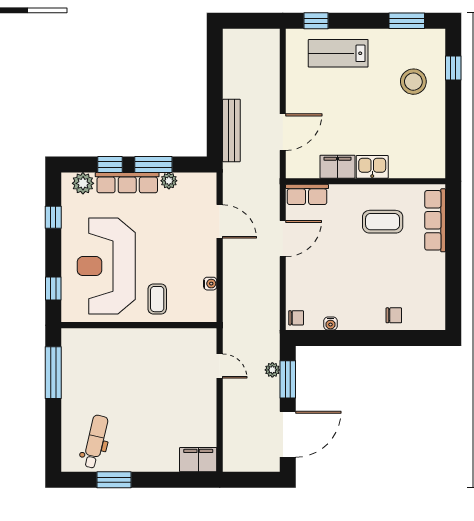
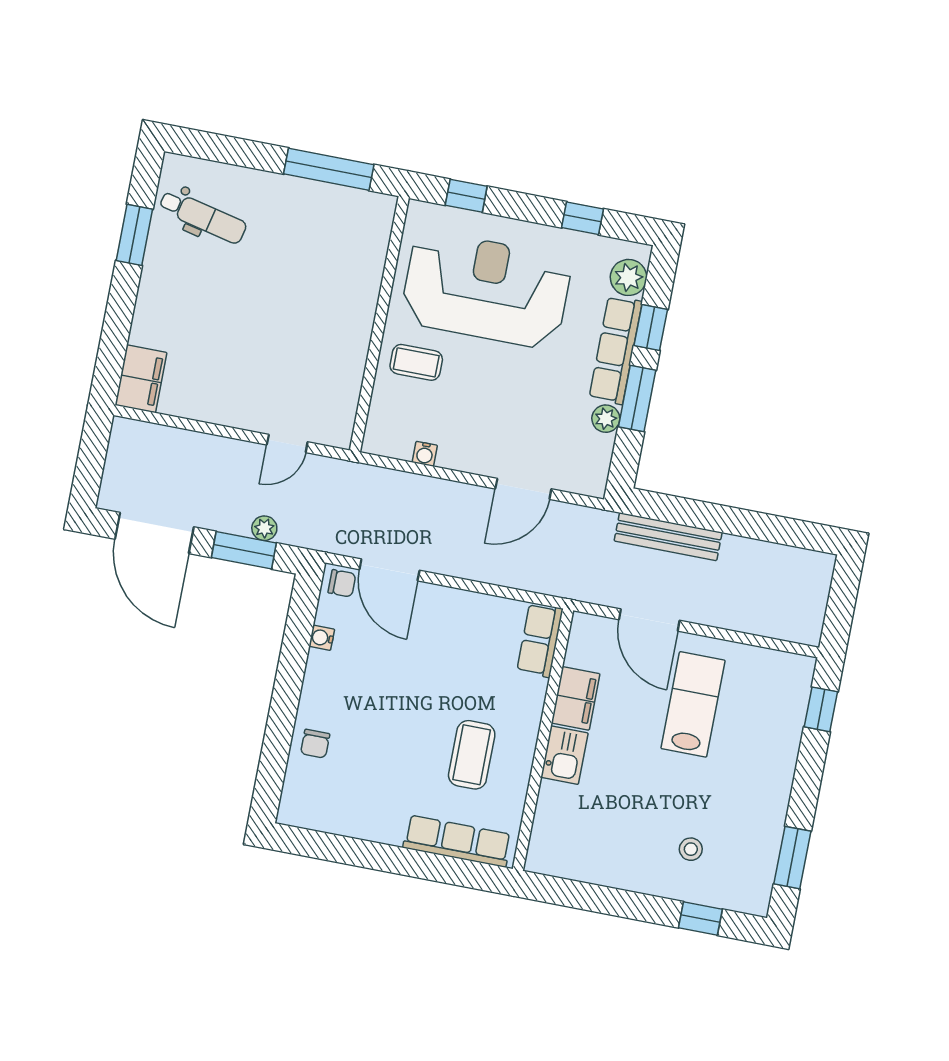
lab bench: (338, 53) -> (693, 704), moved
stool: (413, 82) -> (691, 849), width x0.53, depth x0.53
door: (283, 239) -> (389, 570), moved
chair: (296, 318) -> (342, 583), turned -90

